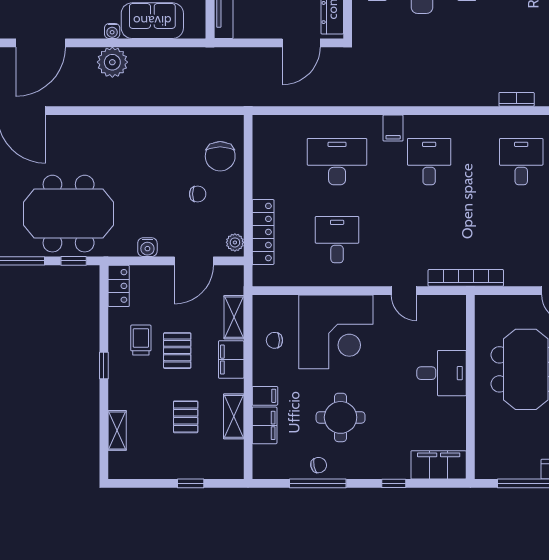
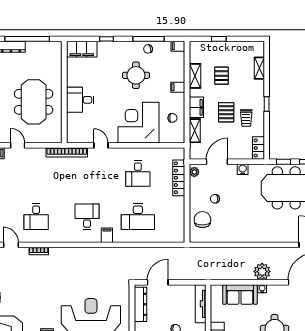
desk: (429, 162) -> (87, 217), turned 180
filing cabinet: (265, 425) -> (178, 46), moved, width x0.50

